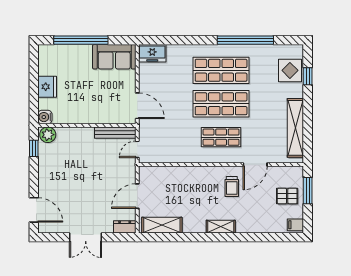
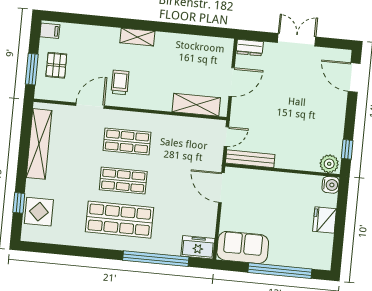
window: (245, 40) -> (156, 259), moved
shop shelf: (221, 104) -> (123, 181), width x0.70, depth x0.74
pallet: (287, 196) -> (56, 65), turned 90
shelving: (162, 225) -> (196, 105), moved

